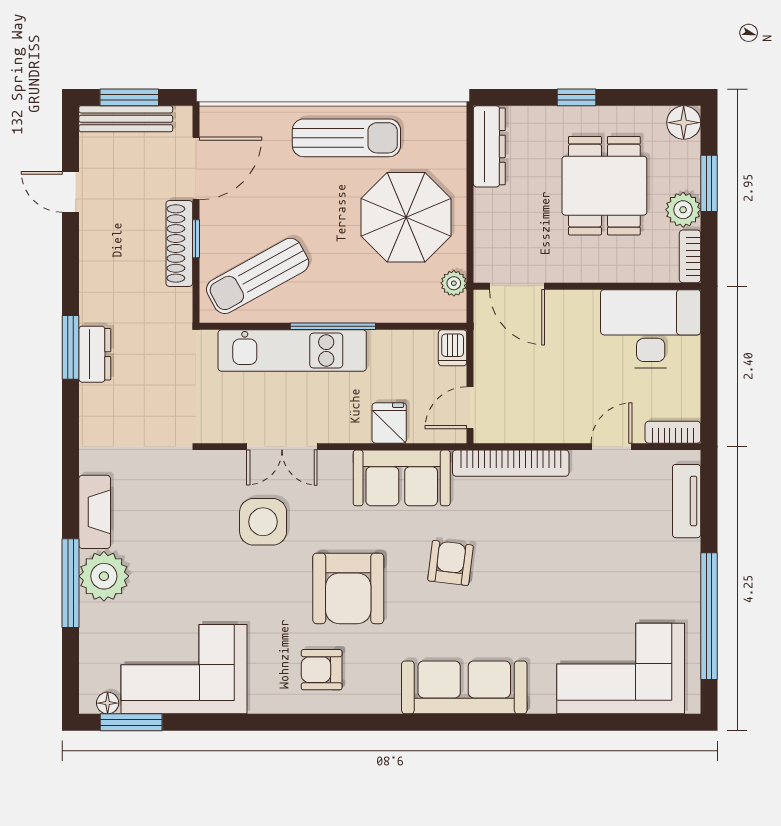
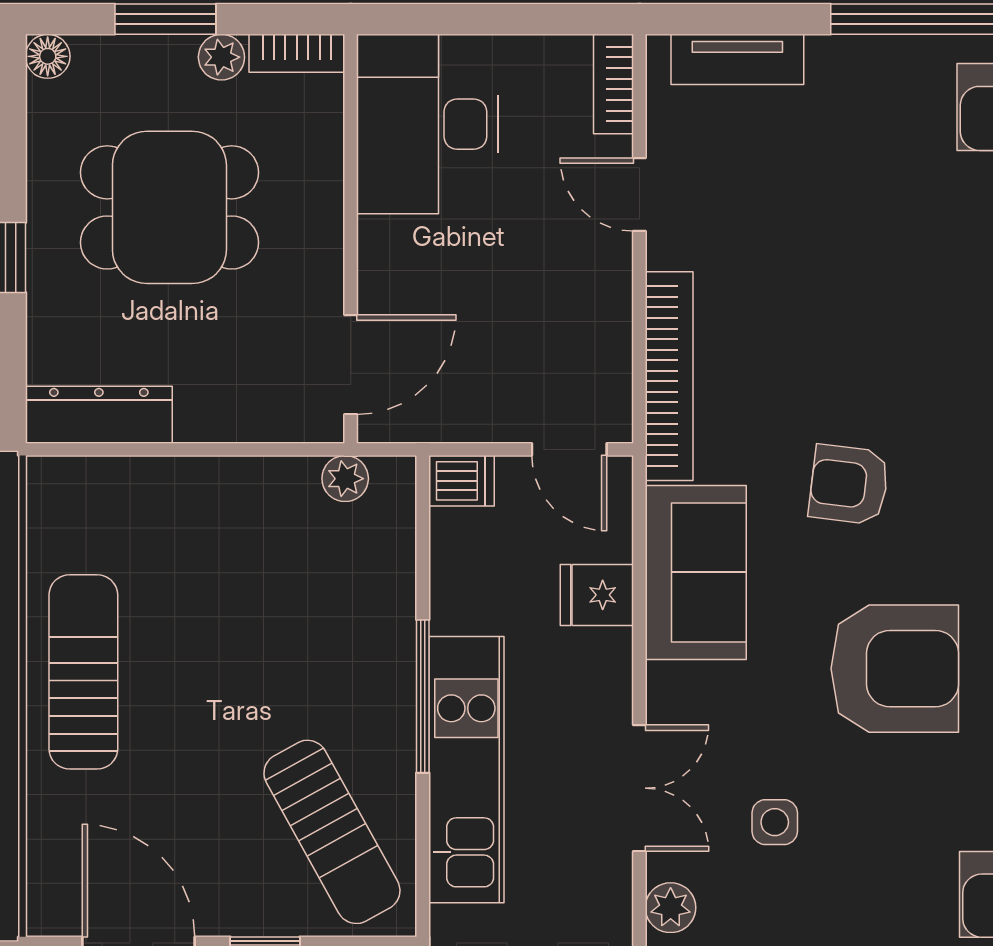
floor lamp: (684, 123) -> (48, 56), width x0.73, depth x0.73
plant: (683, 210) -> (221, 57), width x0.73, depth x0.73
parasol: (406, 217) -> (226, 565), removed
plant: (216, 464) -> (671, 908), added
side table: (263, 522) -> (775, 822), width x0.54, depth x0.54

